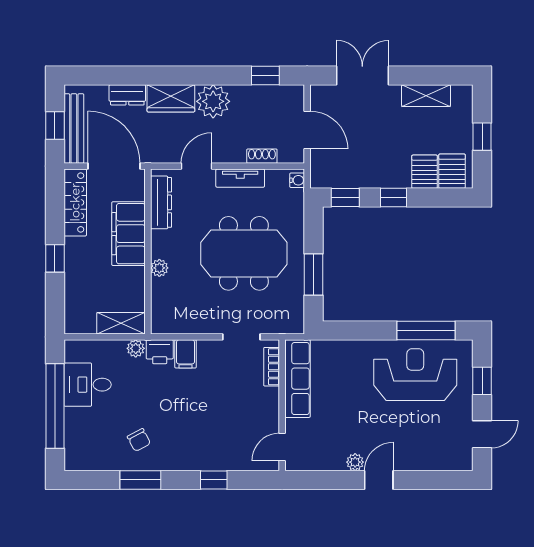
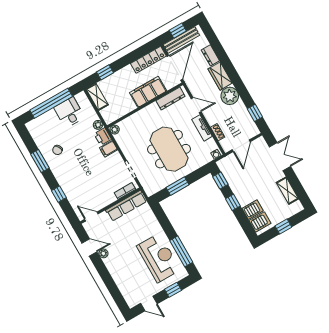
window: (55, 258) -> (105, 72), moved
plant: (159, 268) -> (115, 130), moved
shelving: (121, 323) -> (97, 97), moved
door: (379, 480) -> (89, 248), moved

